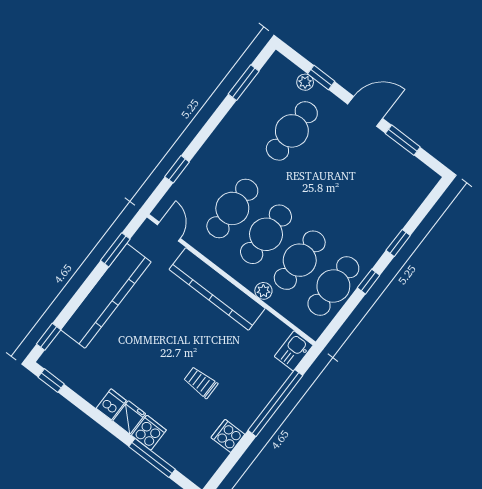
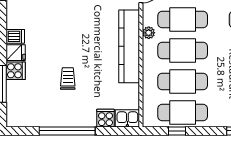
window: (369, 282) -> (177, 131), moved
plant: (263, 291) -> (149, 33), moved
window: (275, 403) -> (67, 131), moved
cooker: (228, 436) -> (106, 118), moved

